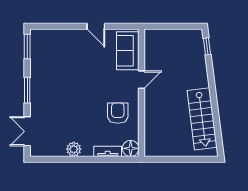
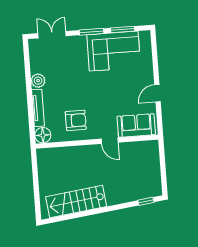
window: (27, 47) -> (123, 30), moved
corner sofa: (49, 68) -> (114, 51), added
tv unit: (108, 151) -> (38, 108), width x1.41

